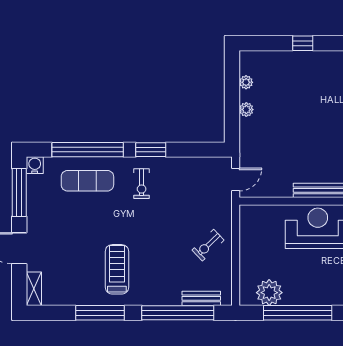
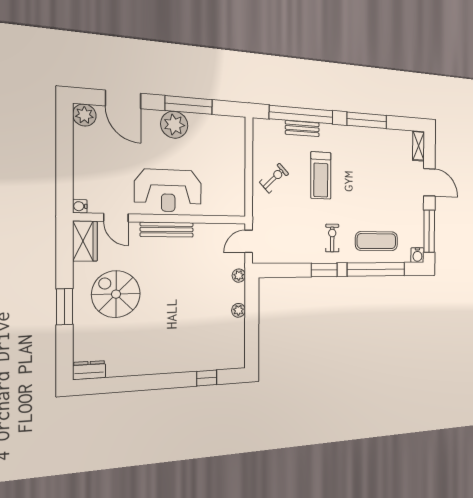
window: (303, 43) -> (207, 378), moved
plant: (246, 82) -> (239, 276), moved
treadmill: (117, 269) -> (321, 175), moved
plant: (269, 293) -> (174, 125), moved
bench: (201, 298) -> (302, 129), moved
window: (298, 313) -> (189, 105), width x0.68

